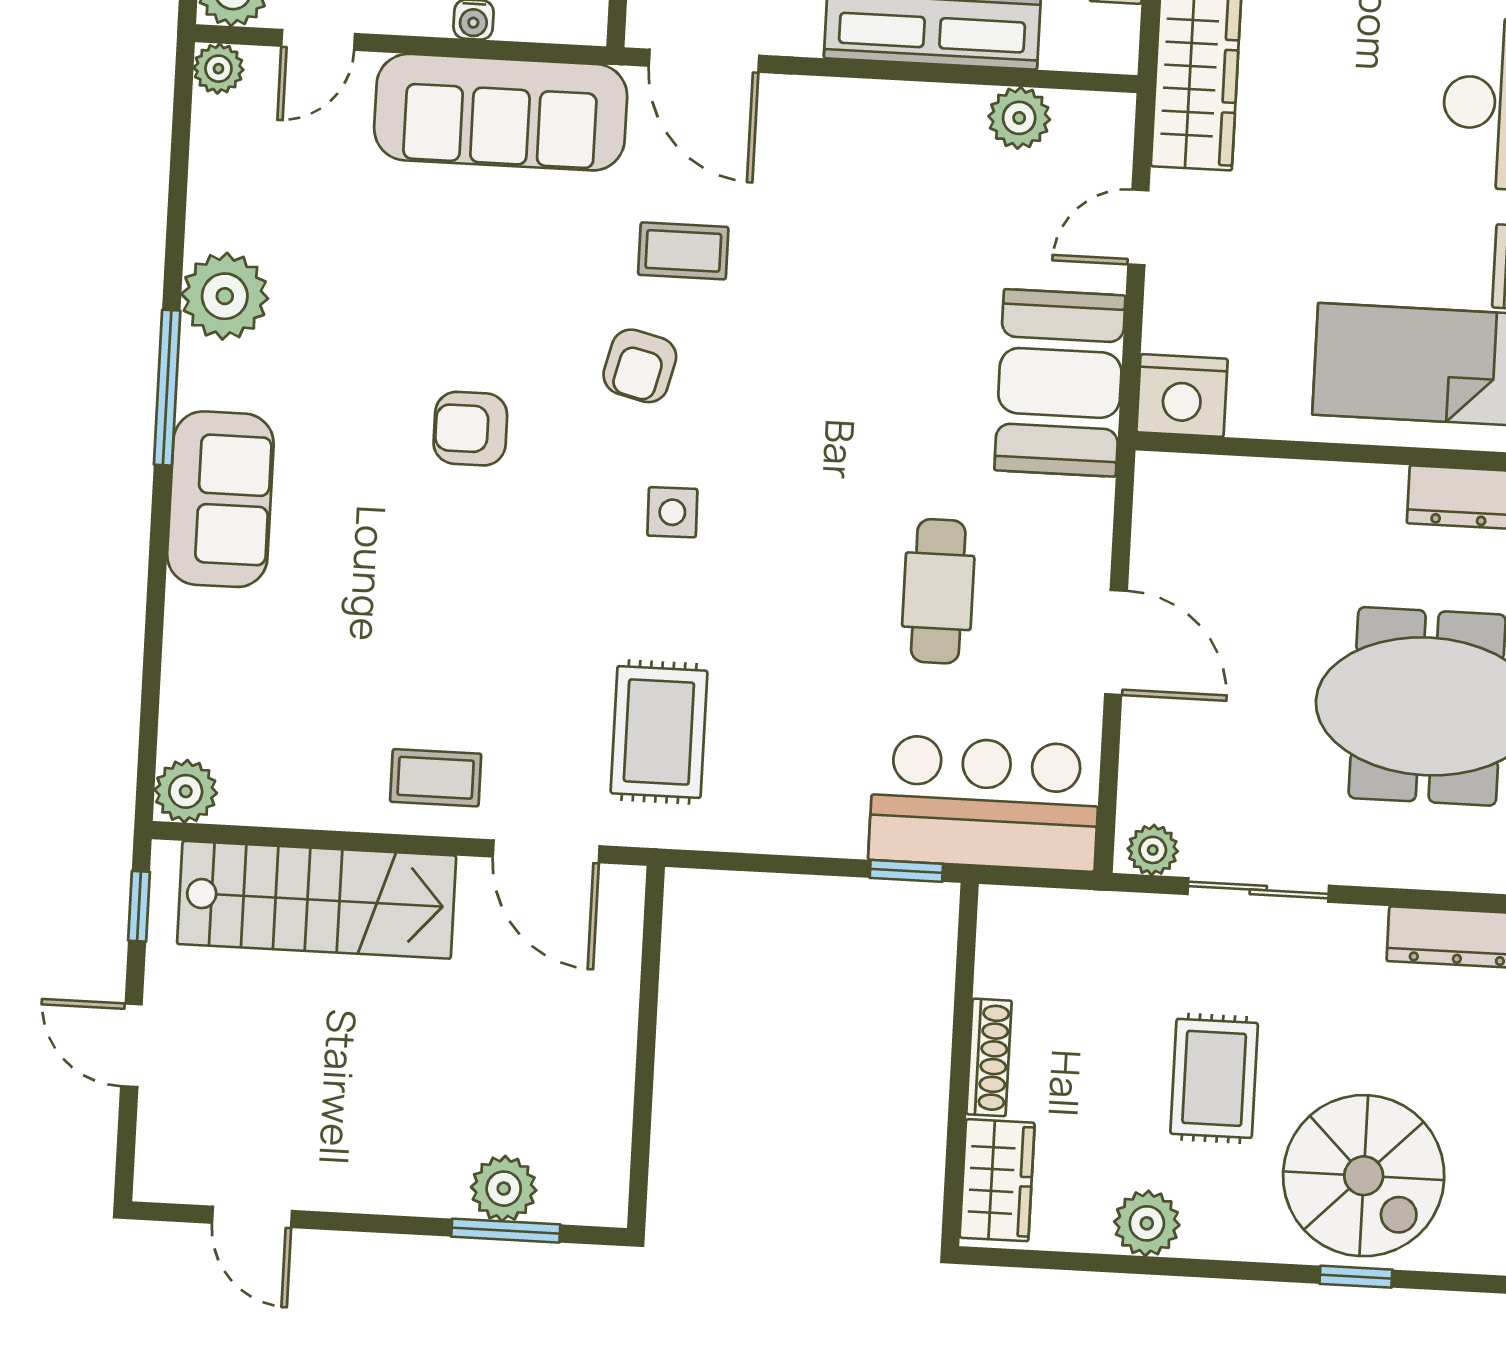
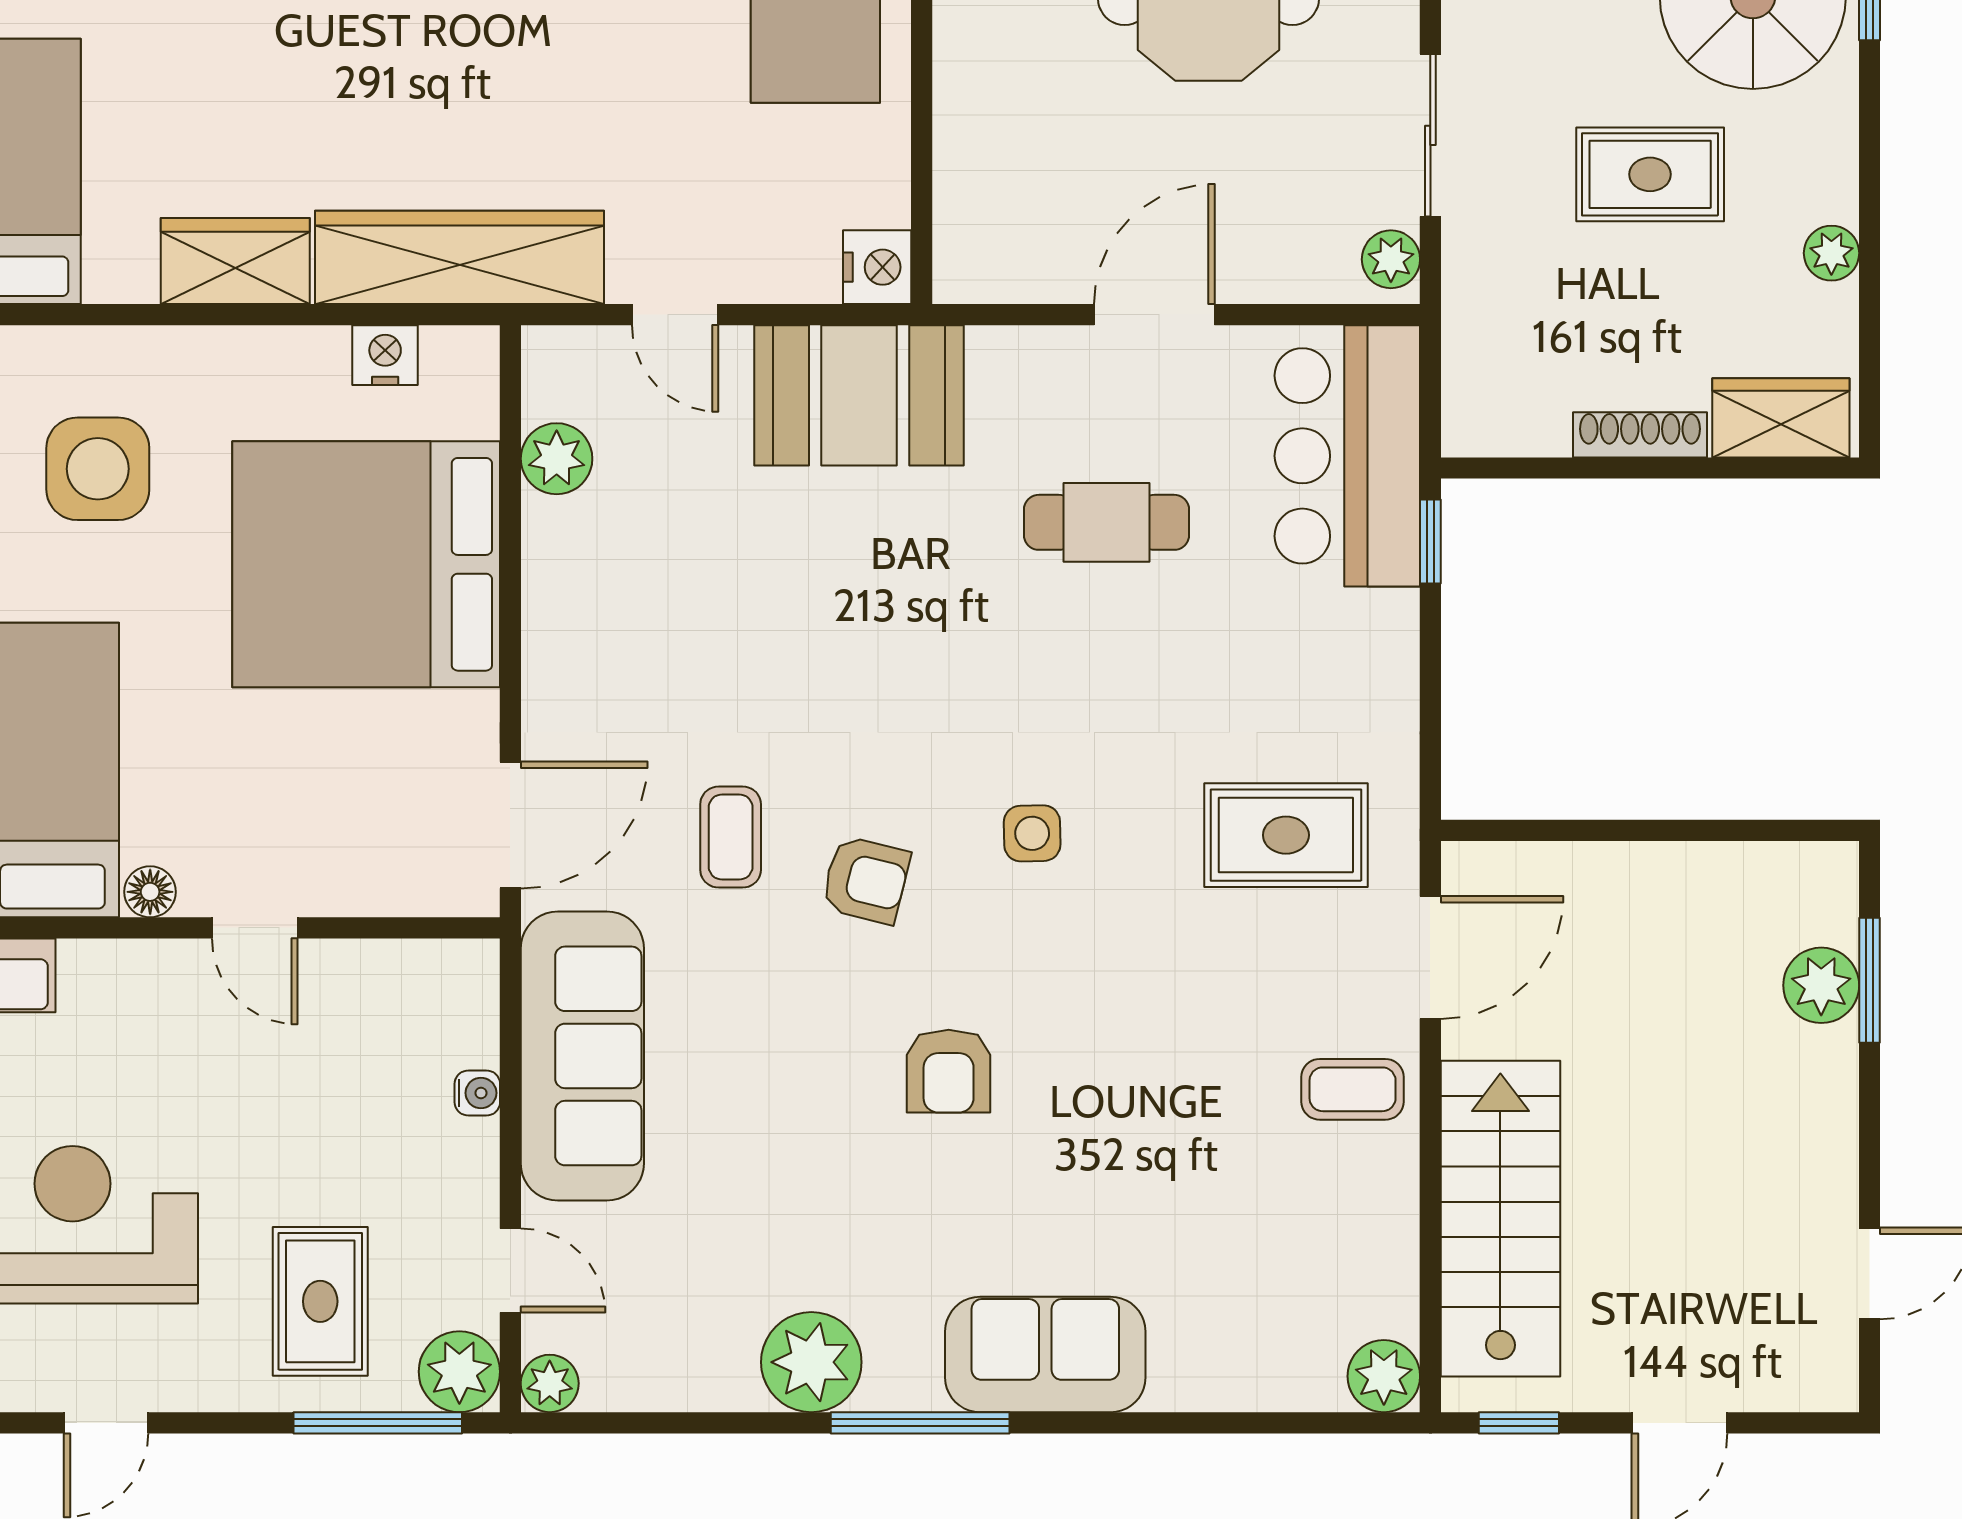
nightstand: (1182, 396) -> (877, 267), width x0.74, depth x0.75
coffee table: (436, 778) -> (1353, 1089), turned 90
plant: (1147, 1223) -> (1831, 253), width x0.73, depth x0.73

